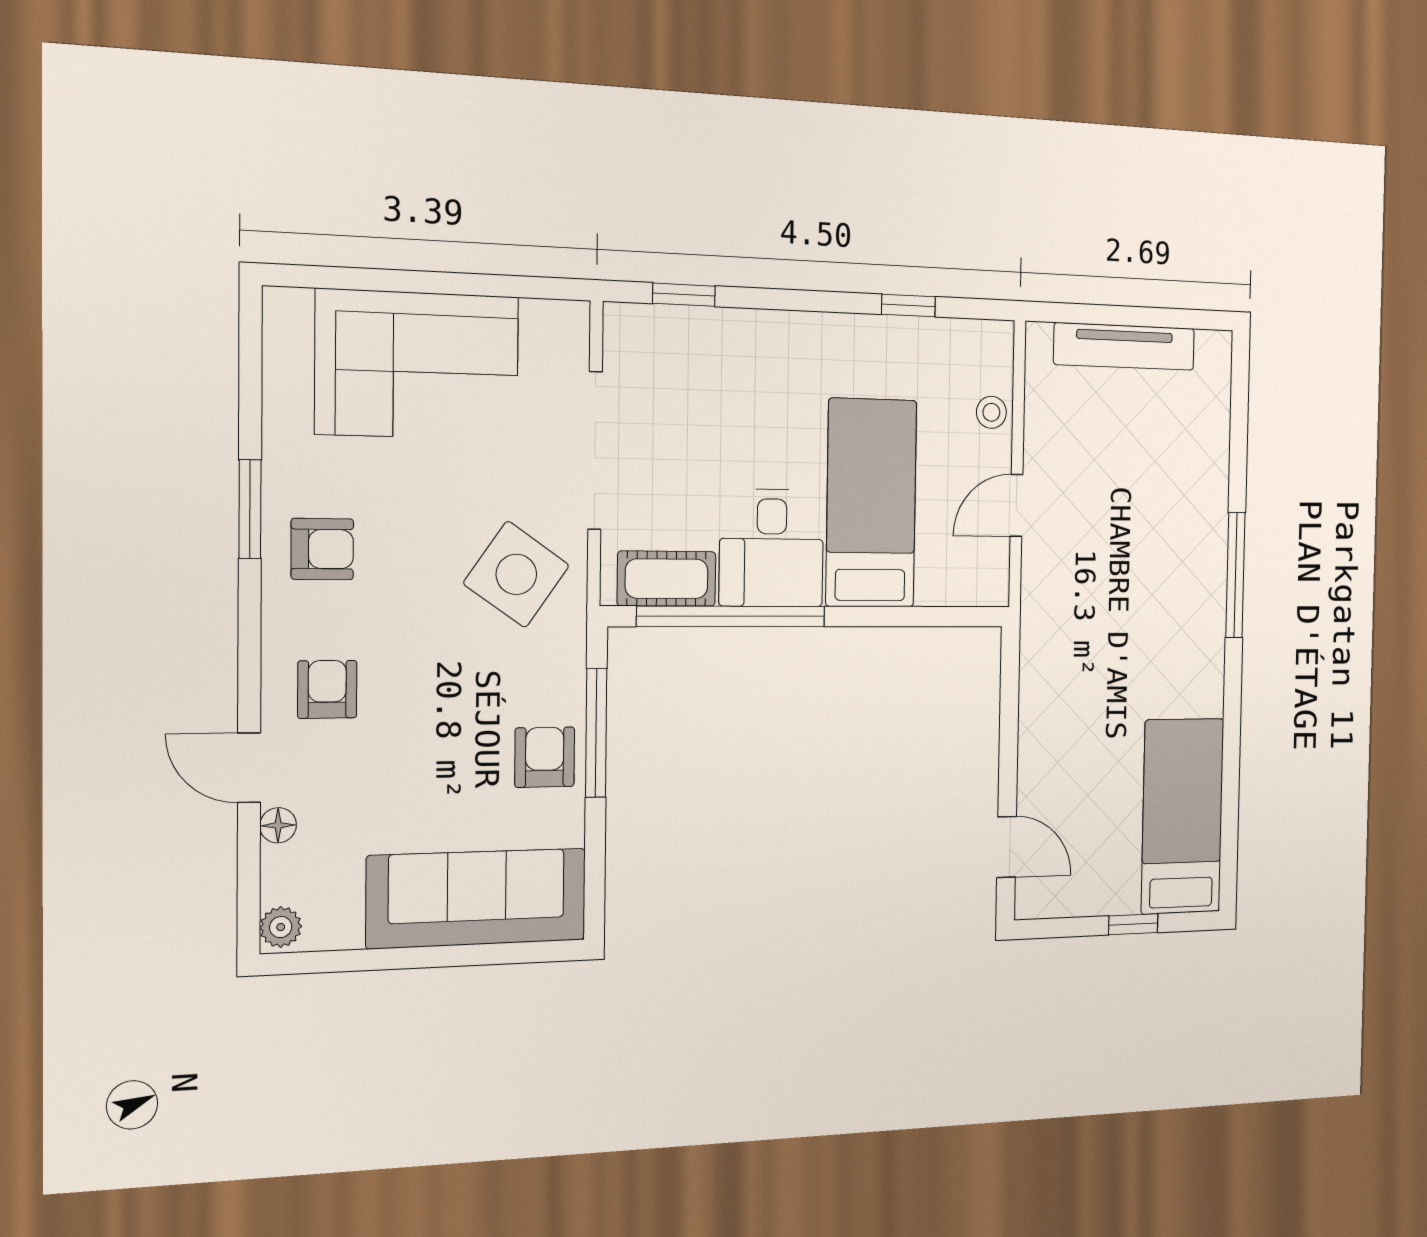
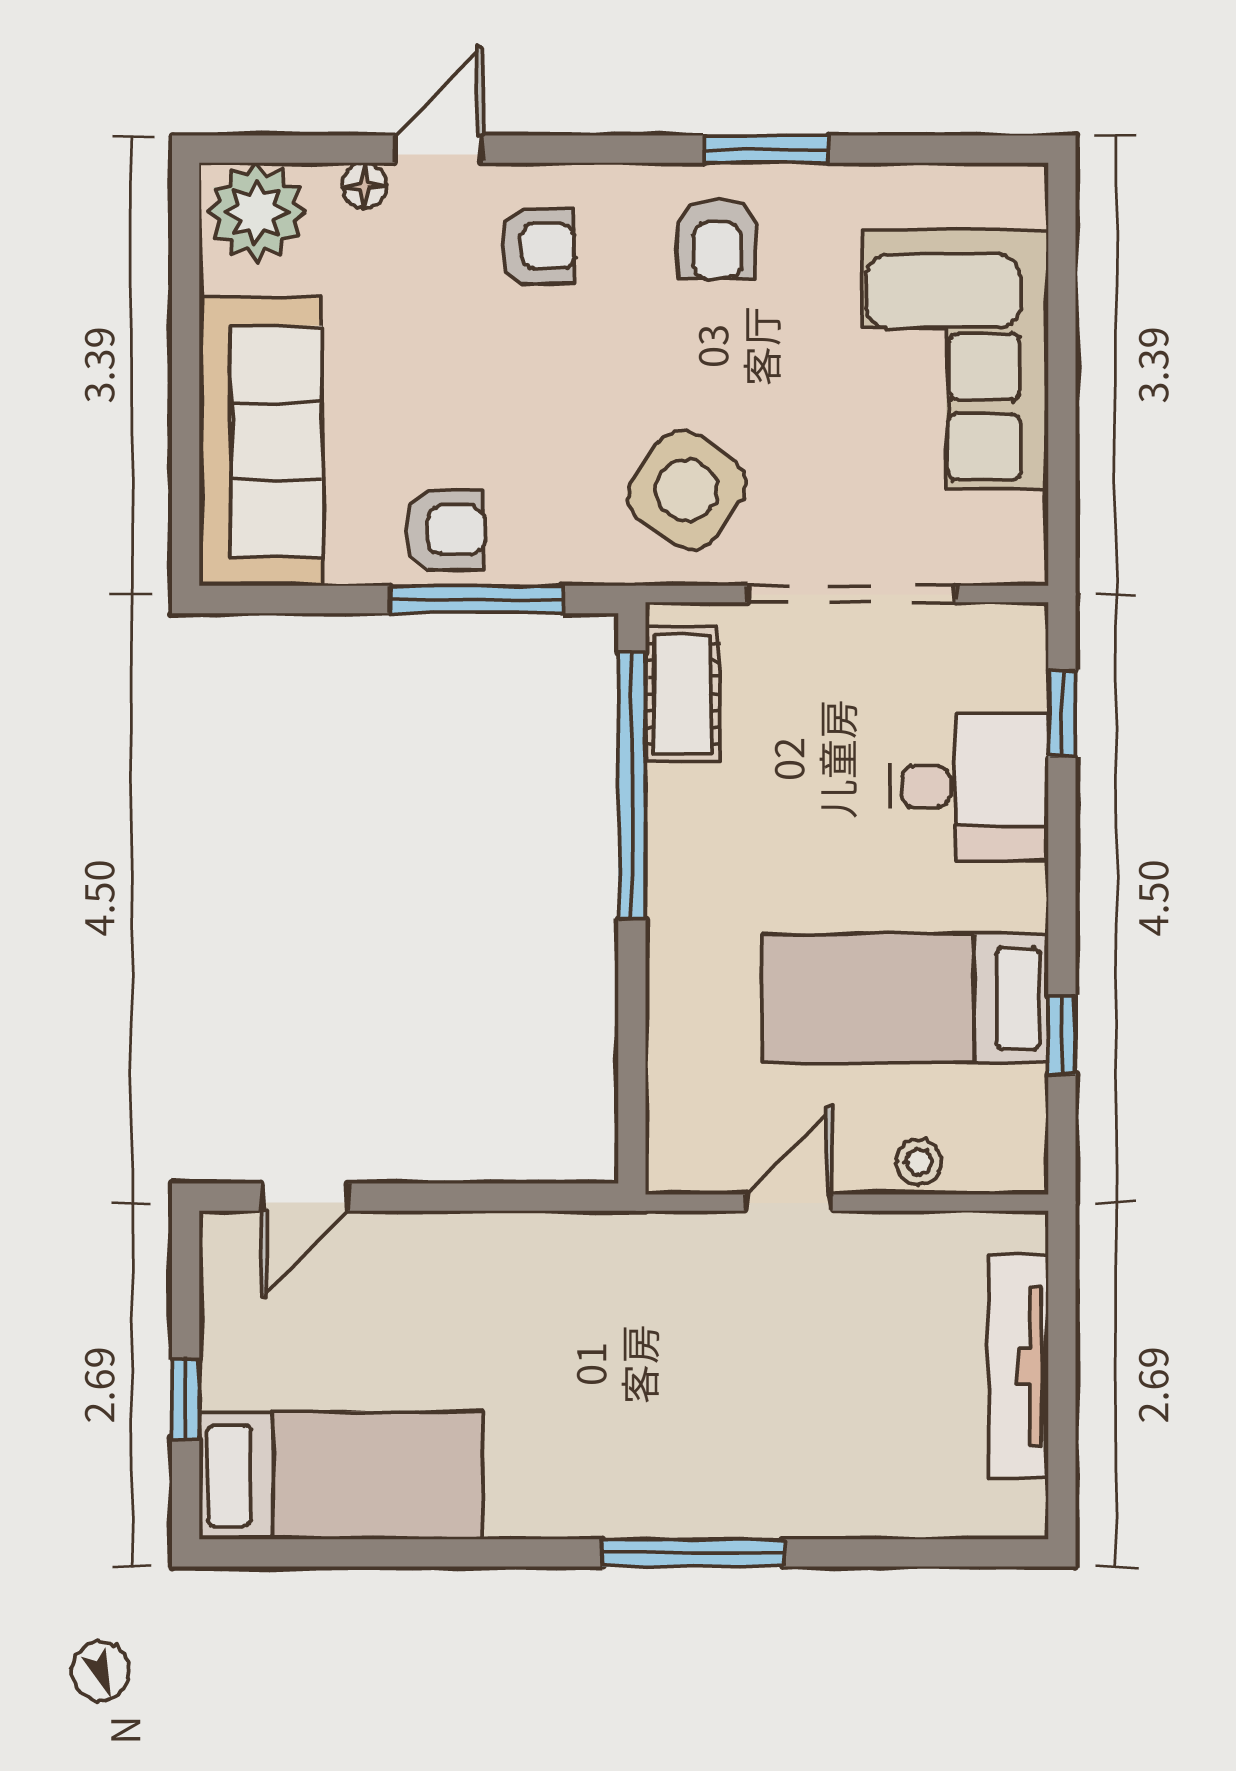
bed: (871, 503) -> (905, 998), moved, turned 180
door: (1016, 506) -> (789, 1203), hinge flipped
desk: (772, 548) -> (969, 787), moved, turned 180
plant: (281, 927) -> (256, 212), width x1.87, depth x1.87

